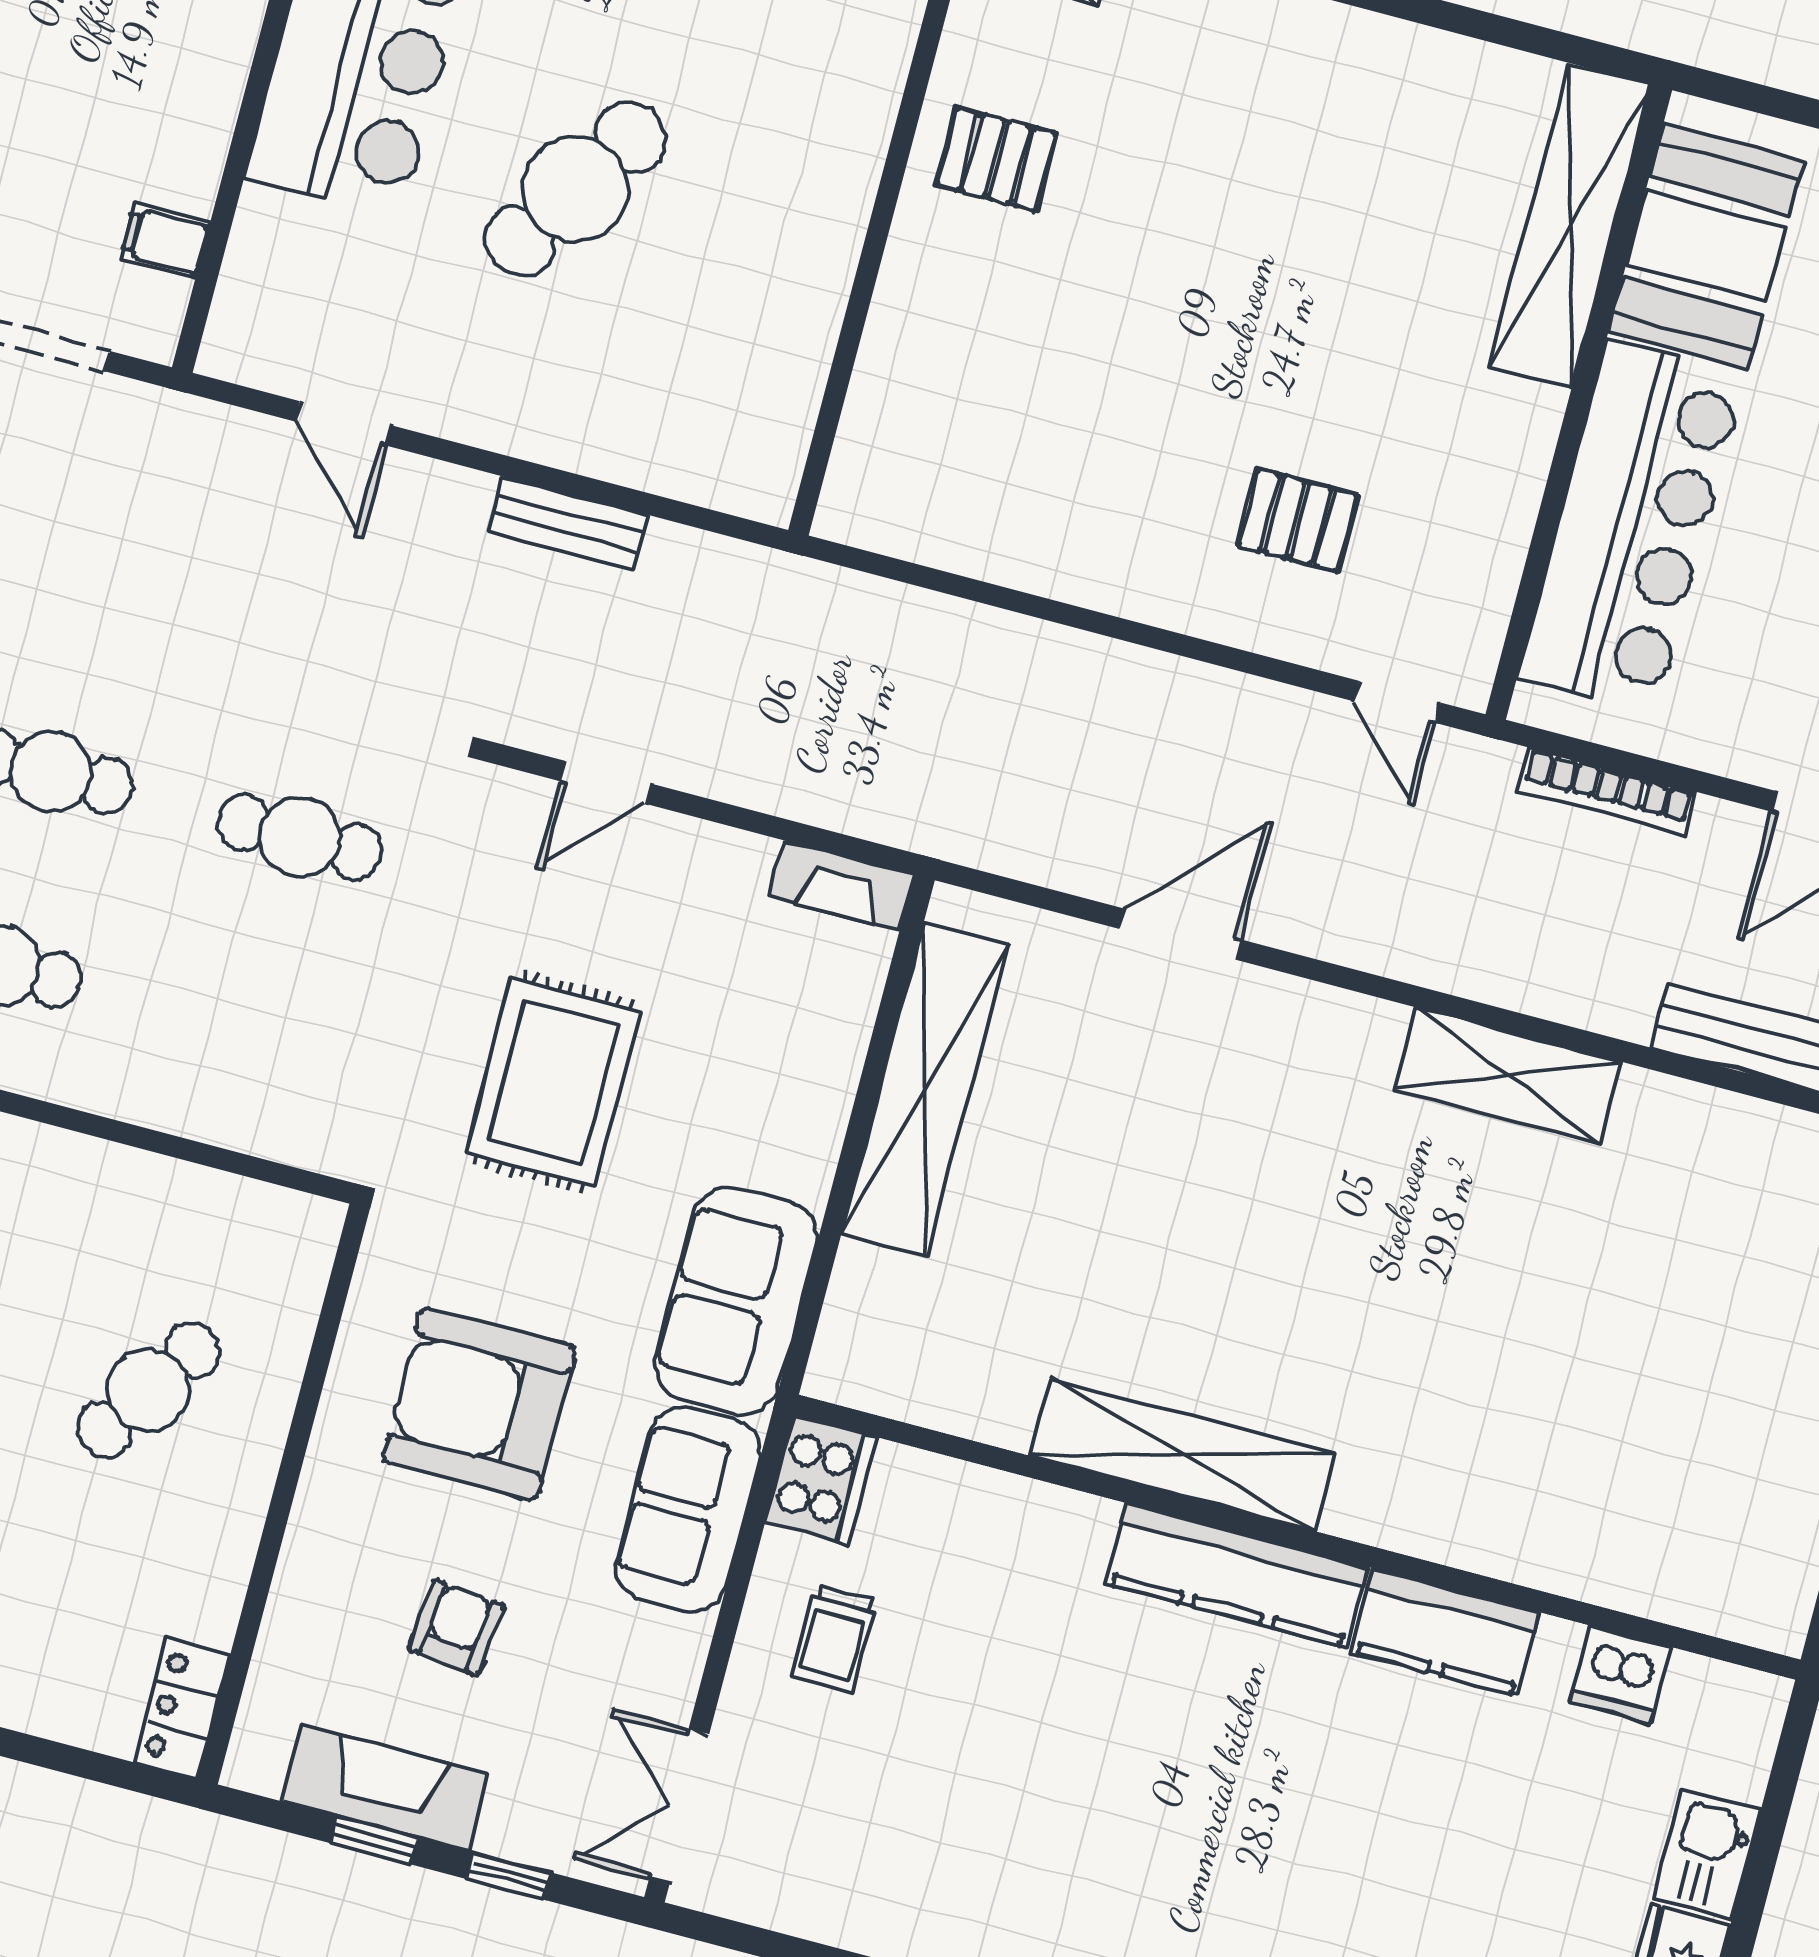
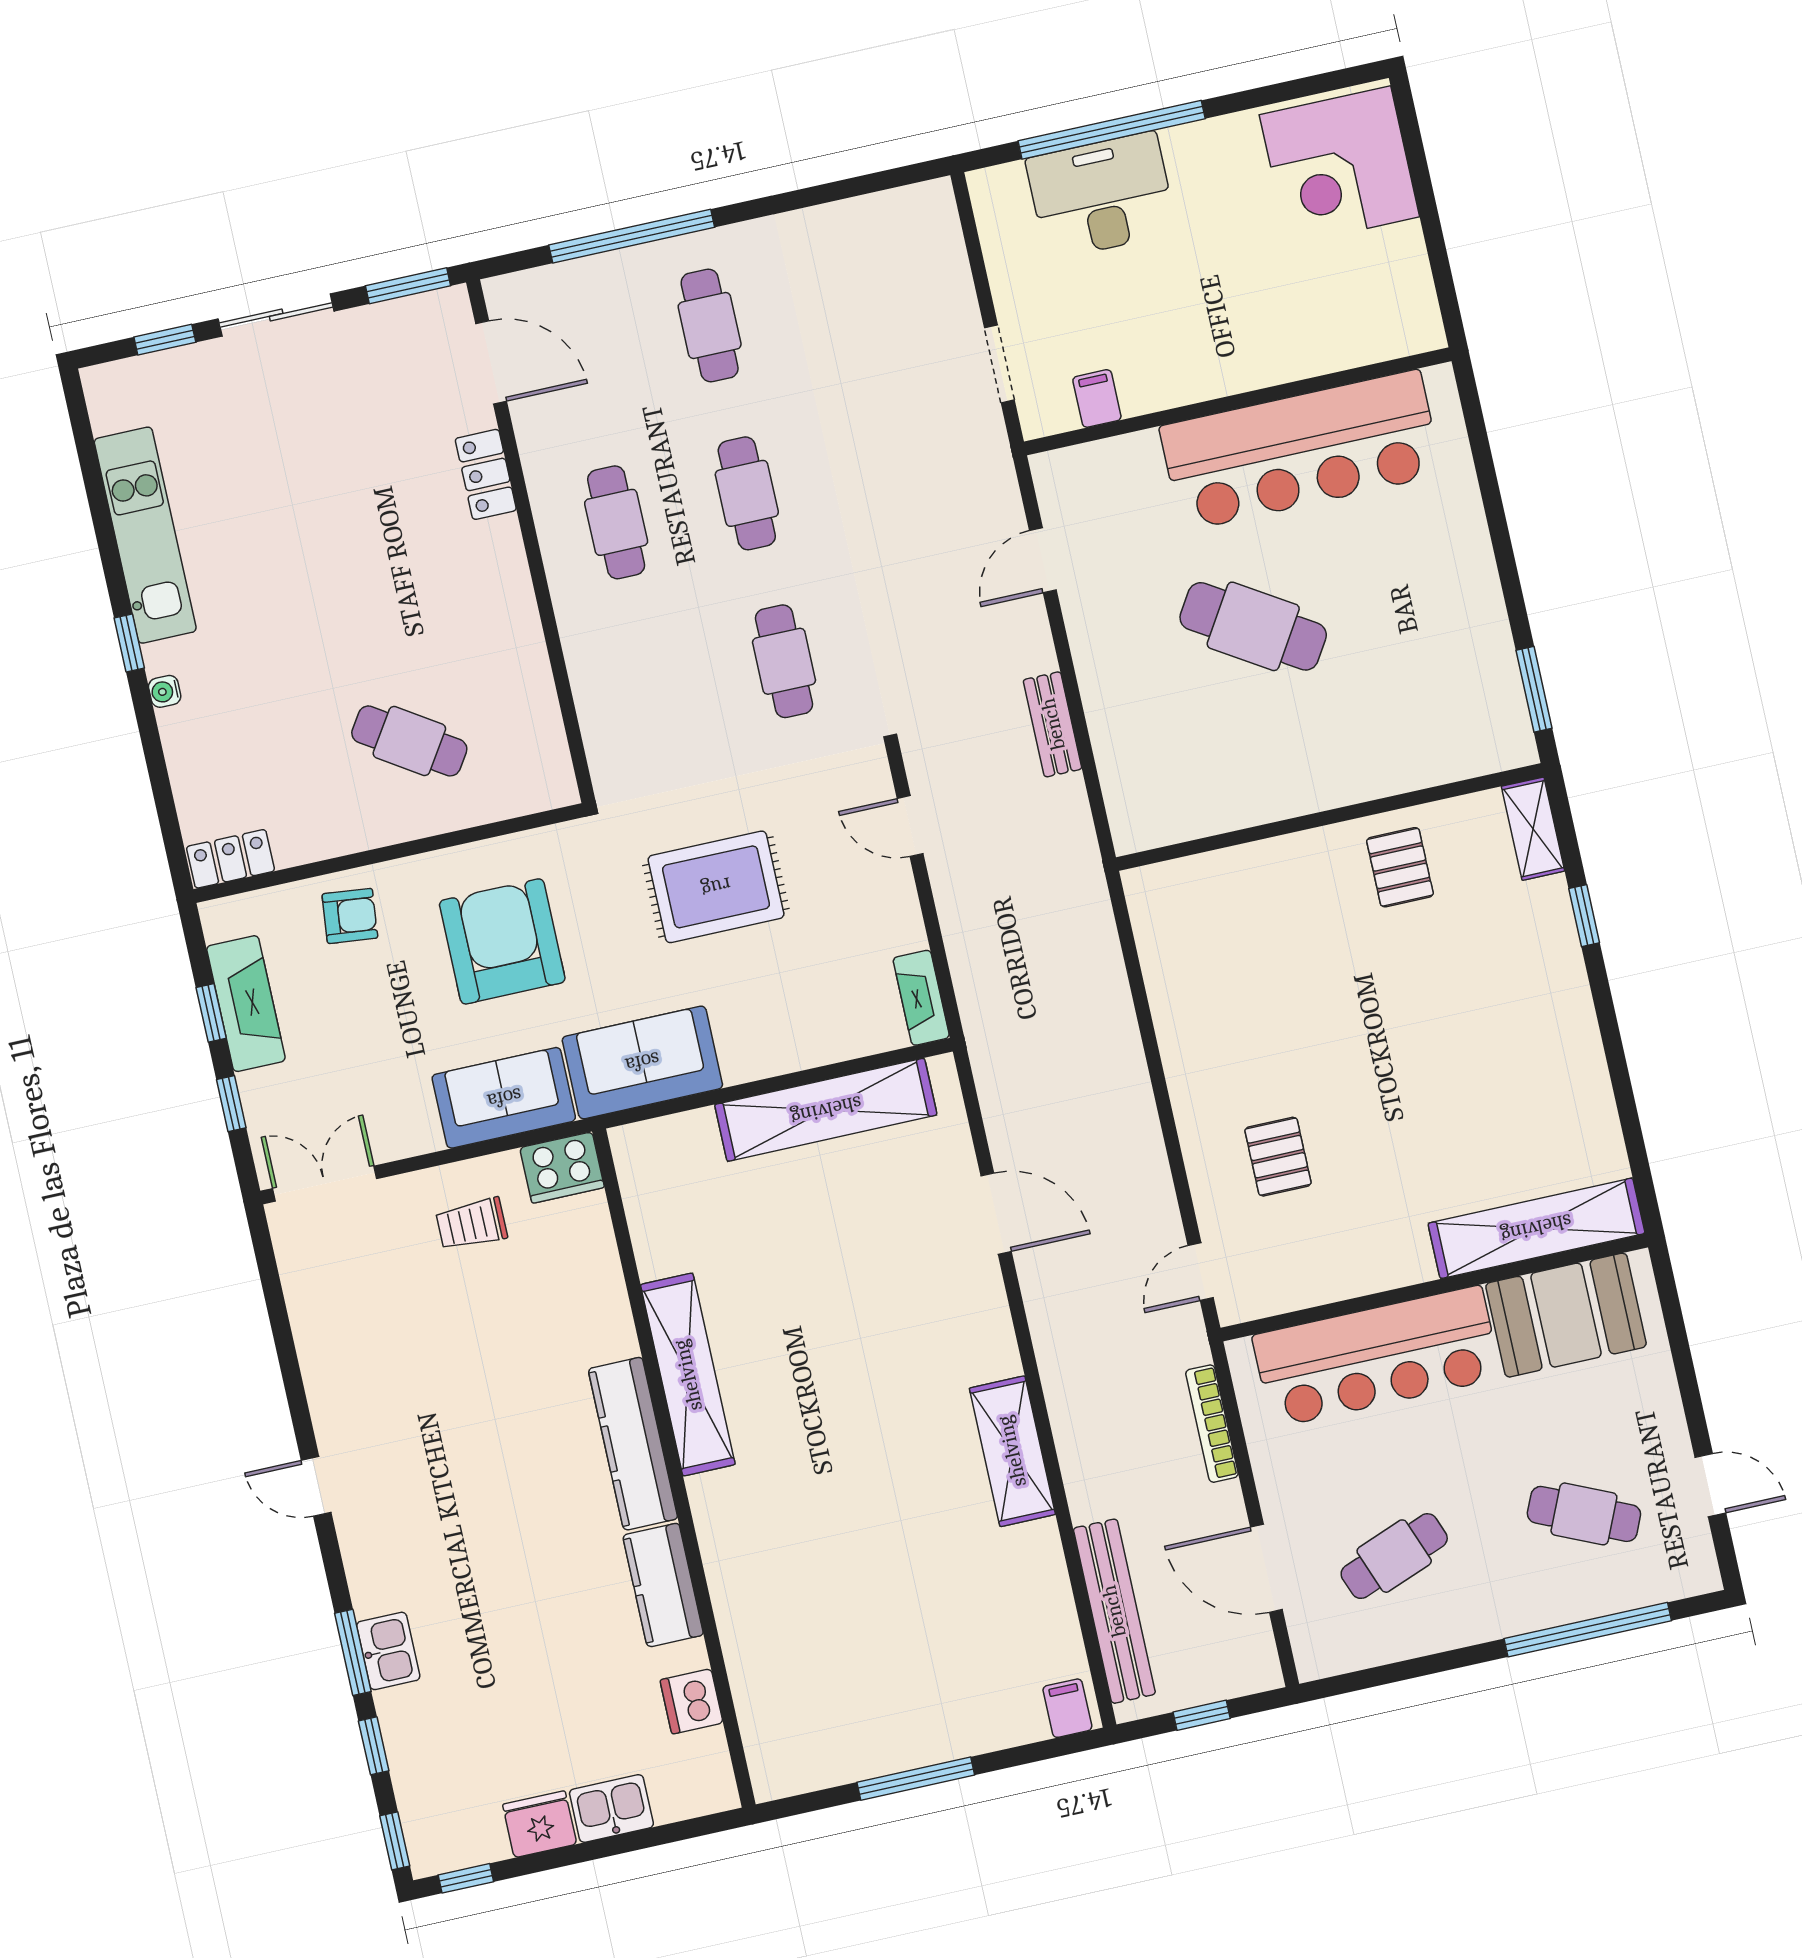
armchair: (456, 1627) -> (350, 916), moved

